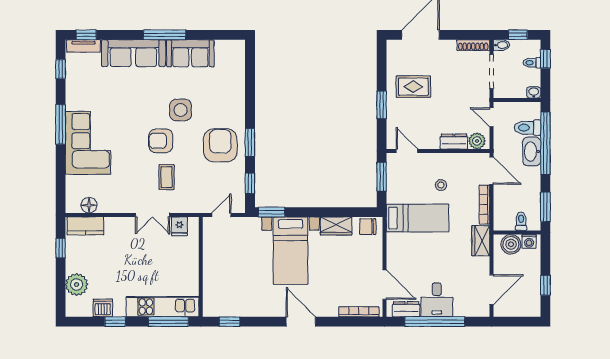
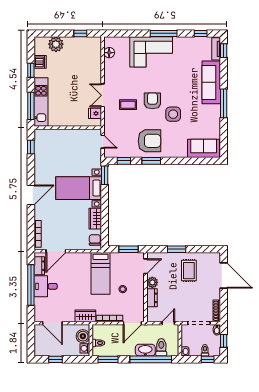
sofa: (190, 53) -> (204, 148), moved, turned 90
plant: (477, 141) -> (152, 282), moved
kitchen counter: (85, 226) -> (95, 50), removed

